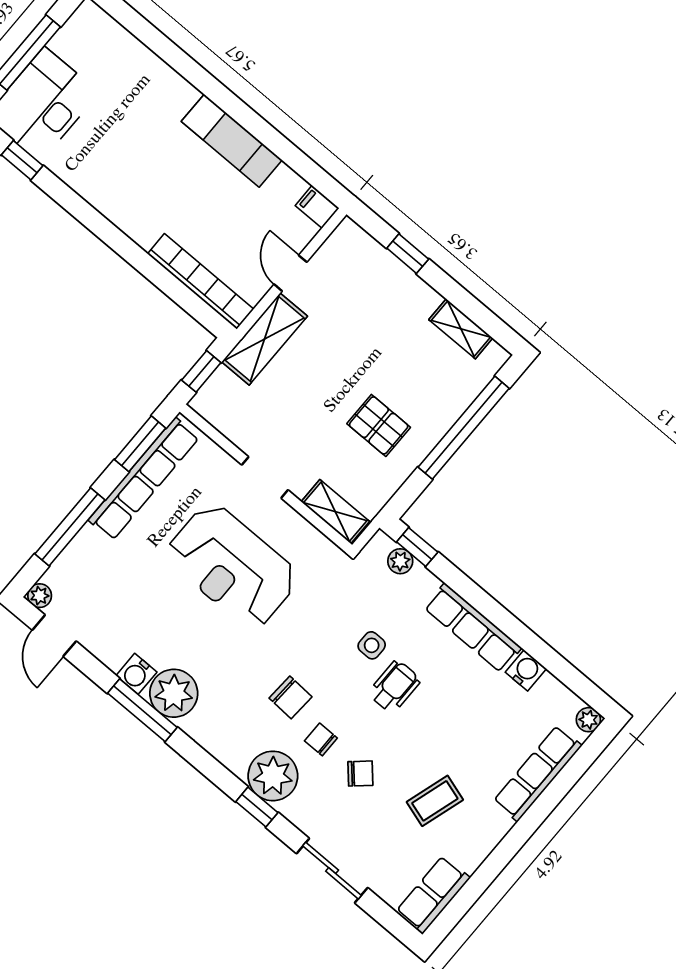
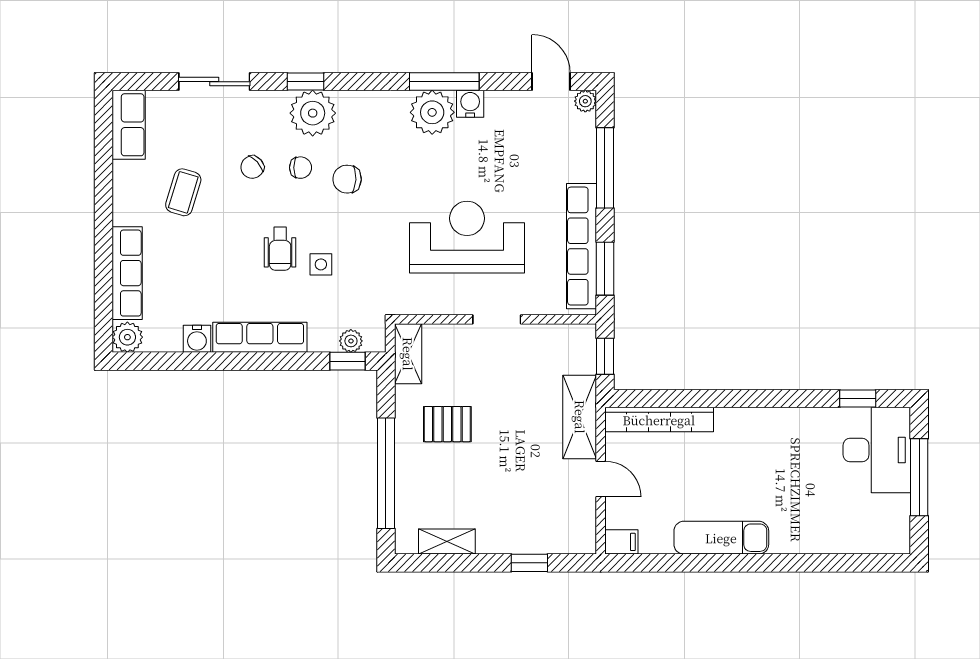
shelving: (335, 512) -> (408, 354), moved, turned 90
plant: (588, 720) -> (127, 337), width x1.38, depth x1.38

